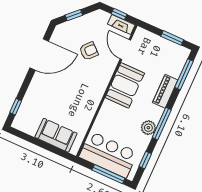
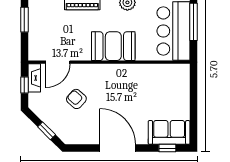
door: (39, 54) -> (118, 148), moved
booth: (125, 85) -> (113, 46), moved
sofa: (56, 135) -> (169, 132), moved, turned 90

